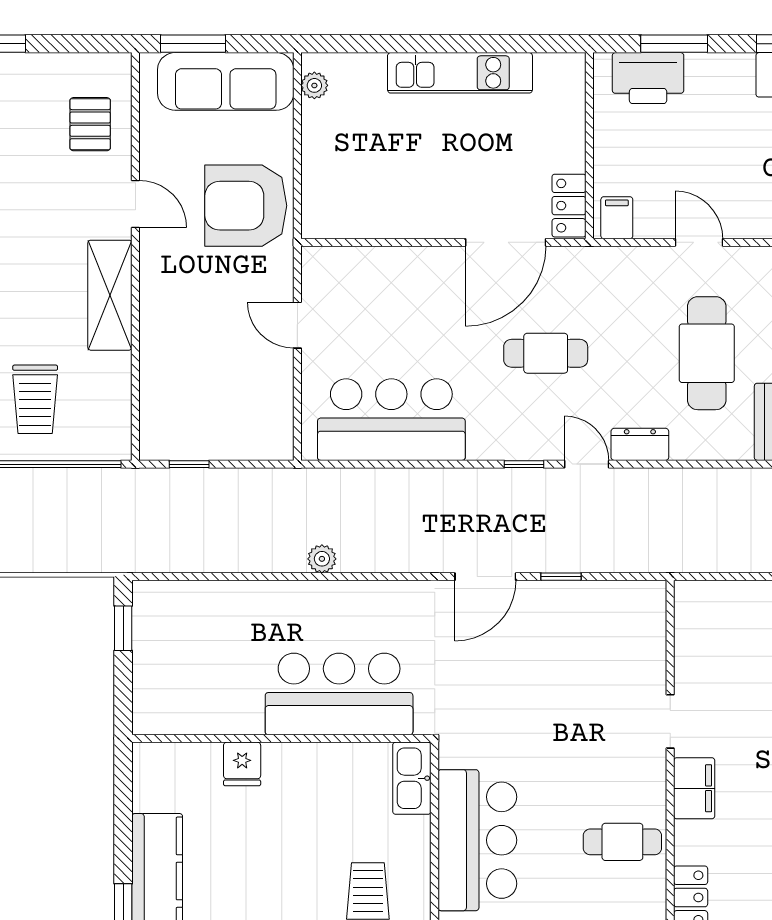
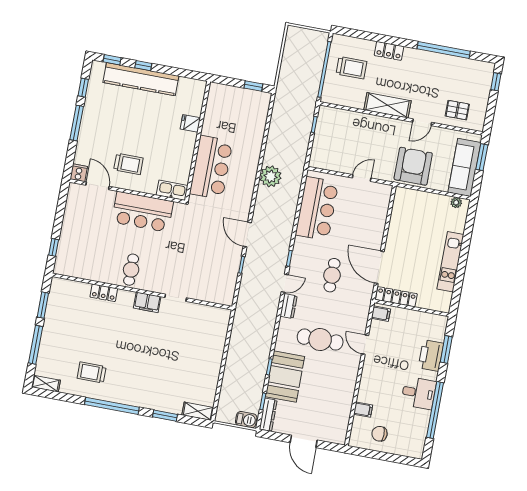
printer: (648, 78) -> (431, 355), moved
locker: (569, 206) -> (396, 297), width x1.53
door: (699, 242) -> (365, 345), swing flipped
trolley: (35, 399) -> (351, 68), turned 180
plant: (322, 559) -> (271, 176), width x1.88, depth x1.88

